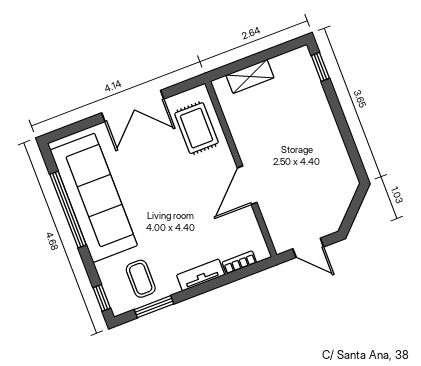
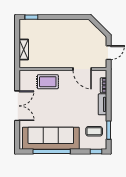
rug: (197, 128) -> (48, 82), moved
door: (247, 185) -> (82, 69), moved

